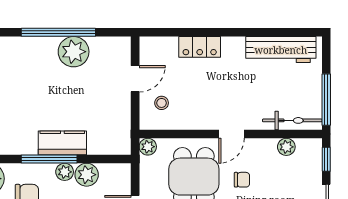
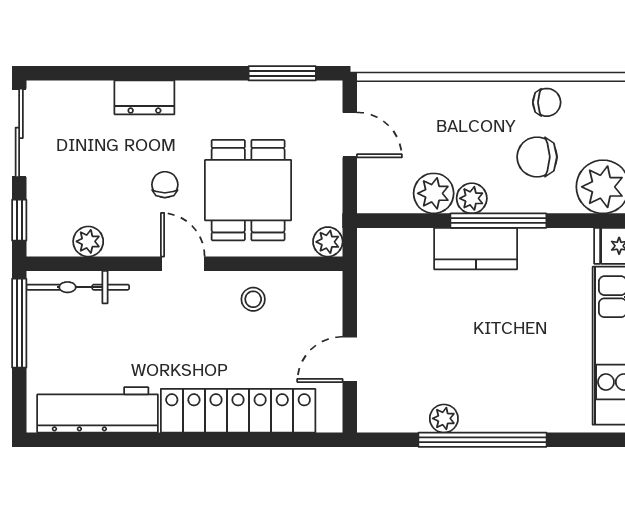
locker: (200, 47) -> (238, 411), width x2.16, depth x1.21
plant: (74, 52) -> (444, 418), width x0.53, depth x0.53
stool: (162, 103) -> (253, 299), moved
door: (232, 134) -> (183, 264), hinge flipped
chair: (242, 180) -> (165, 185), turned 90

